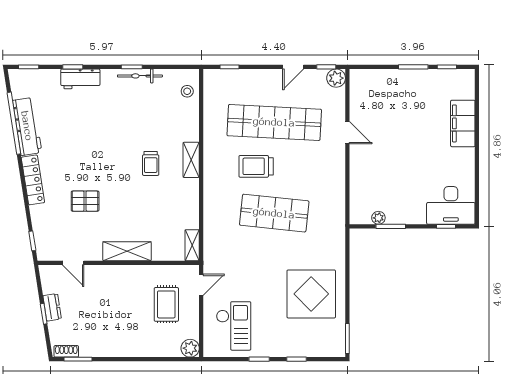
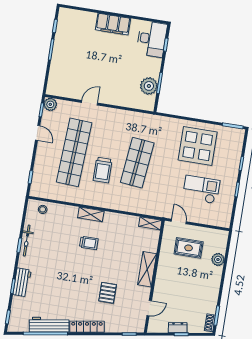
filing cabinet: (463, 123) -> (113, 24), moved
plant: (378, 218) -> (149, 86), width x1.87, depth x1.87
checkout: (234, 326) -> (201, 189), moved
plant: (190, 348) -> (218, 259), moved

